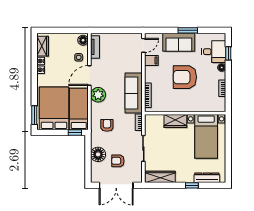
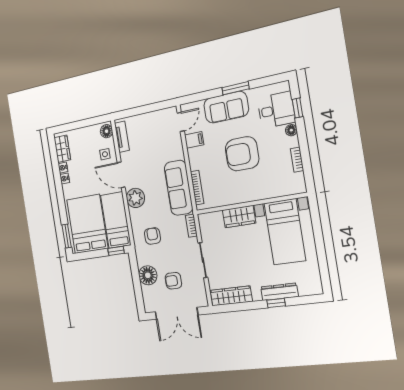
door: (89, 75) -> (121, 175), hinge flipped
dresser: (207, 178) -> (279, 292), moved

